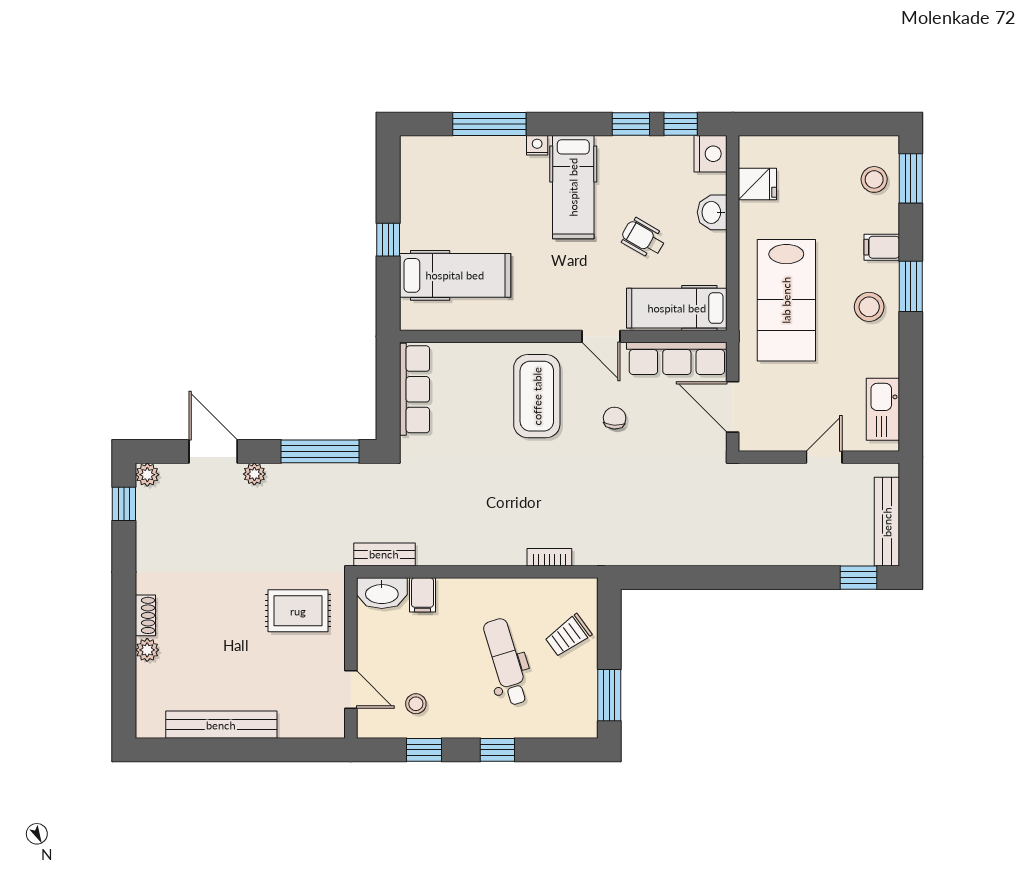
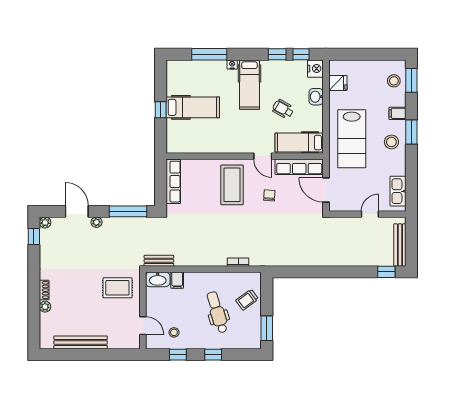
hospital bed: (455, 275) -> (193, 107), moved

